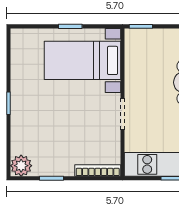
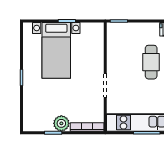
bed with nightstands: (82, 60) -> (56, 50), moved, turned -90
plant: (21, 166) -> (61, 123), moved

